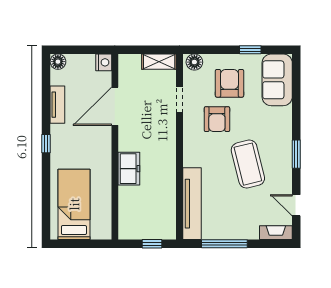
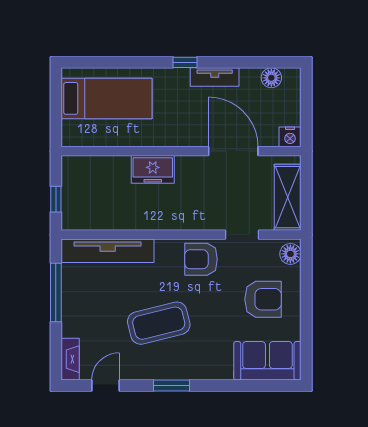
window: (250, 50) -> (306, 326), removed
floor lamp: (58, 62) -> (271, 78), moved
shelving: (159, 62) -> (288, 197), width x1.50, depth x1.33
tv unit: (57, 105) -> (215, 77), moved
armchair: (217, 119) -> (201, 259), moved

